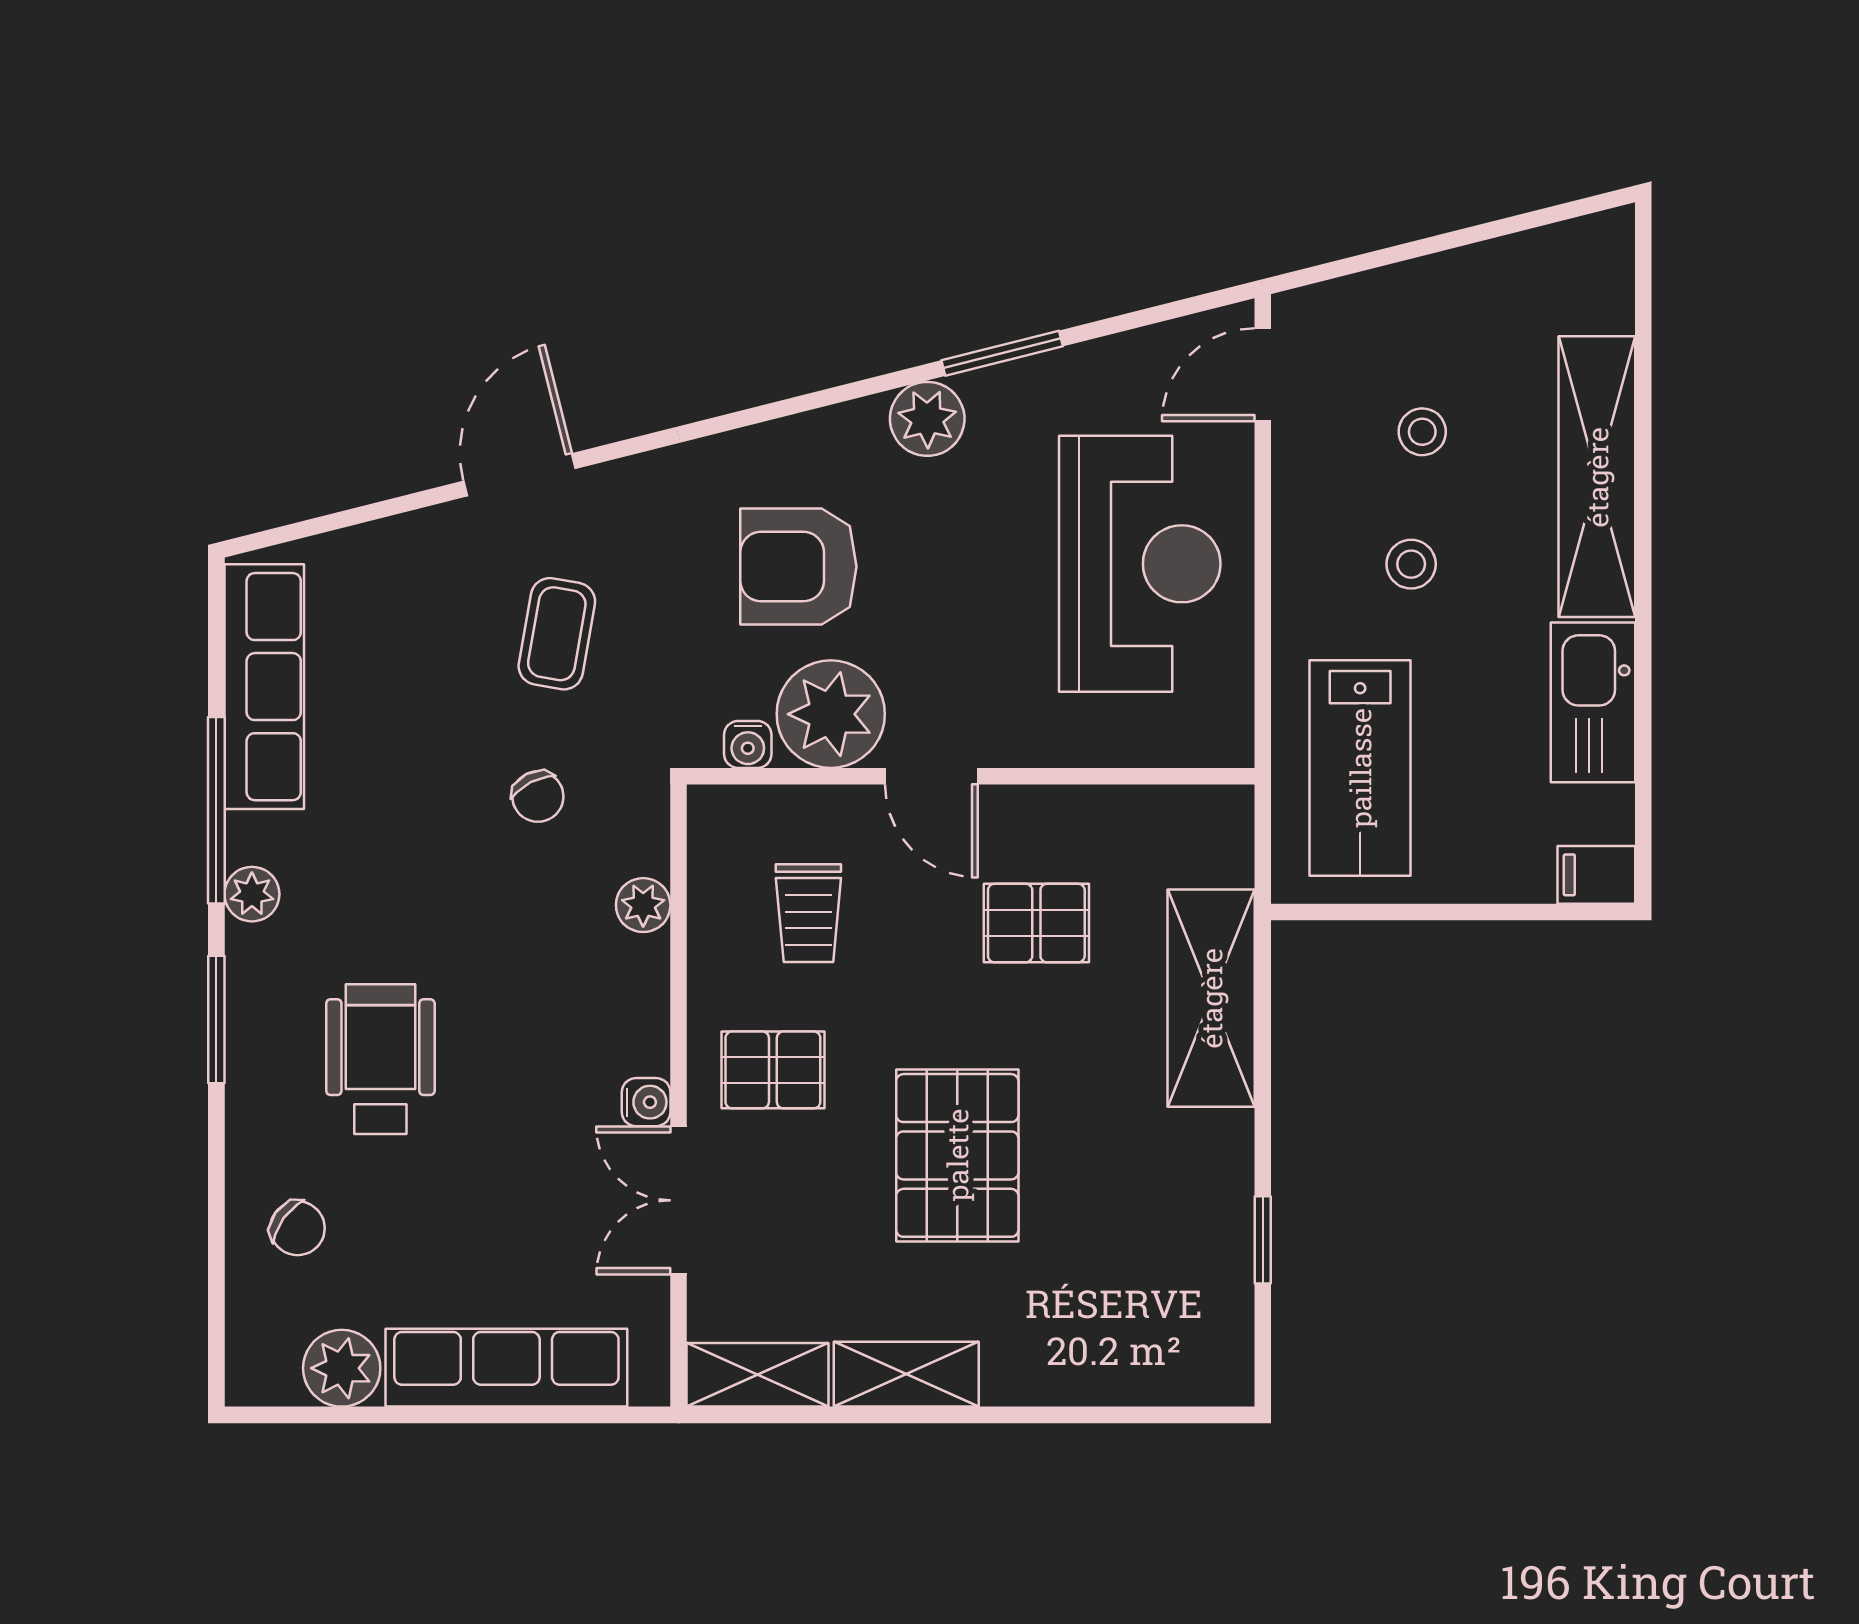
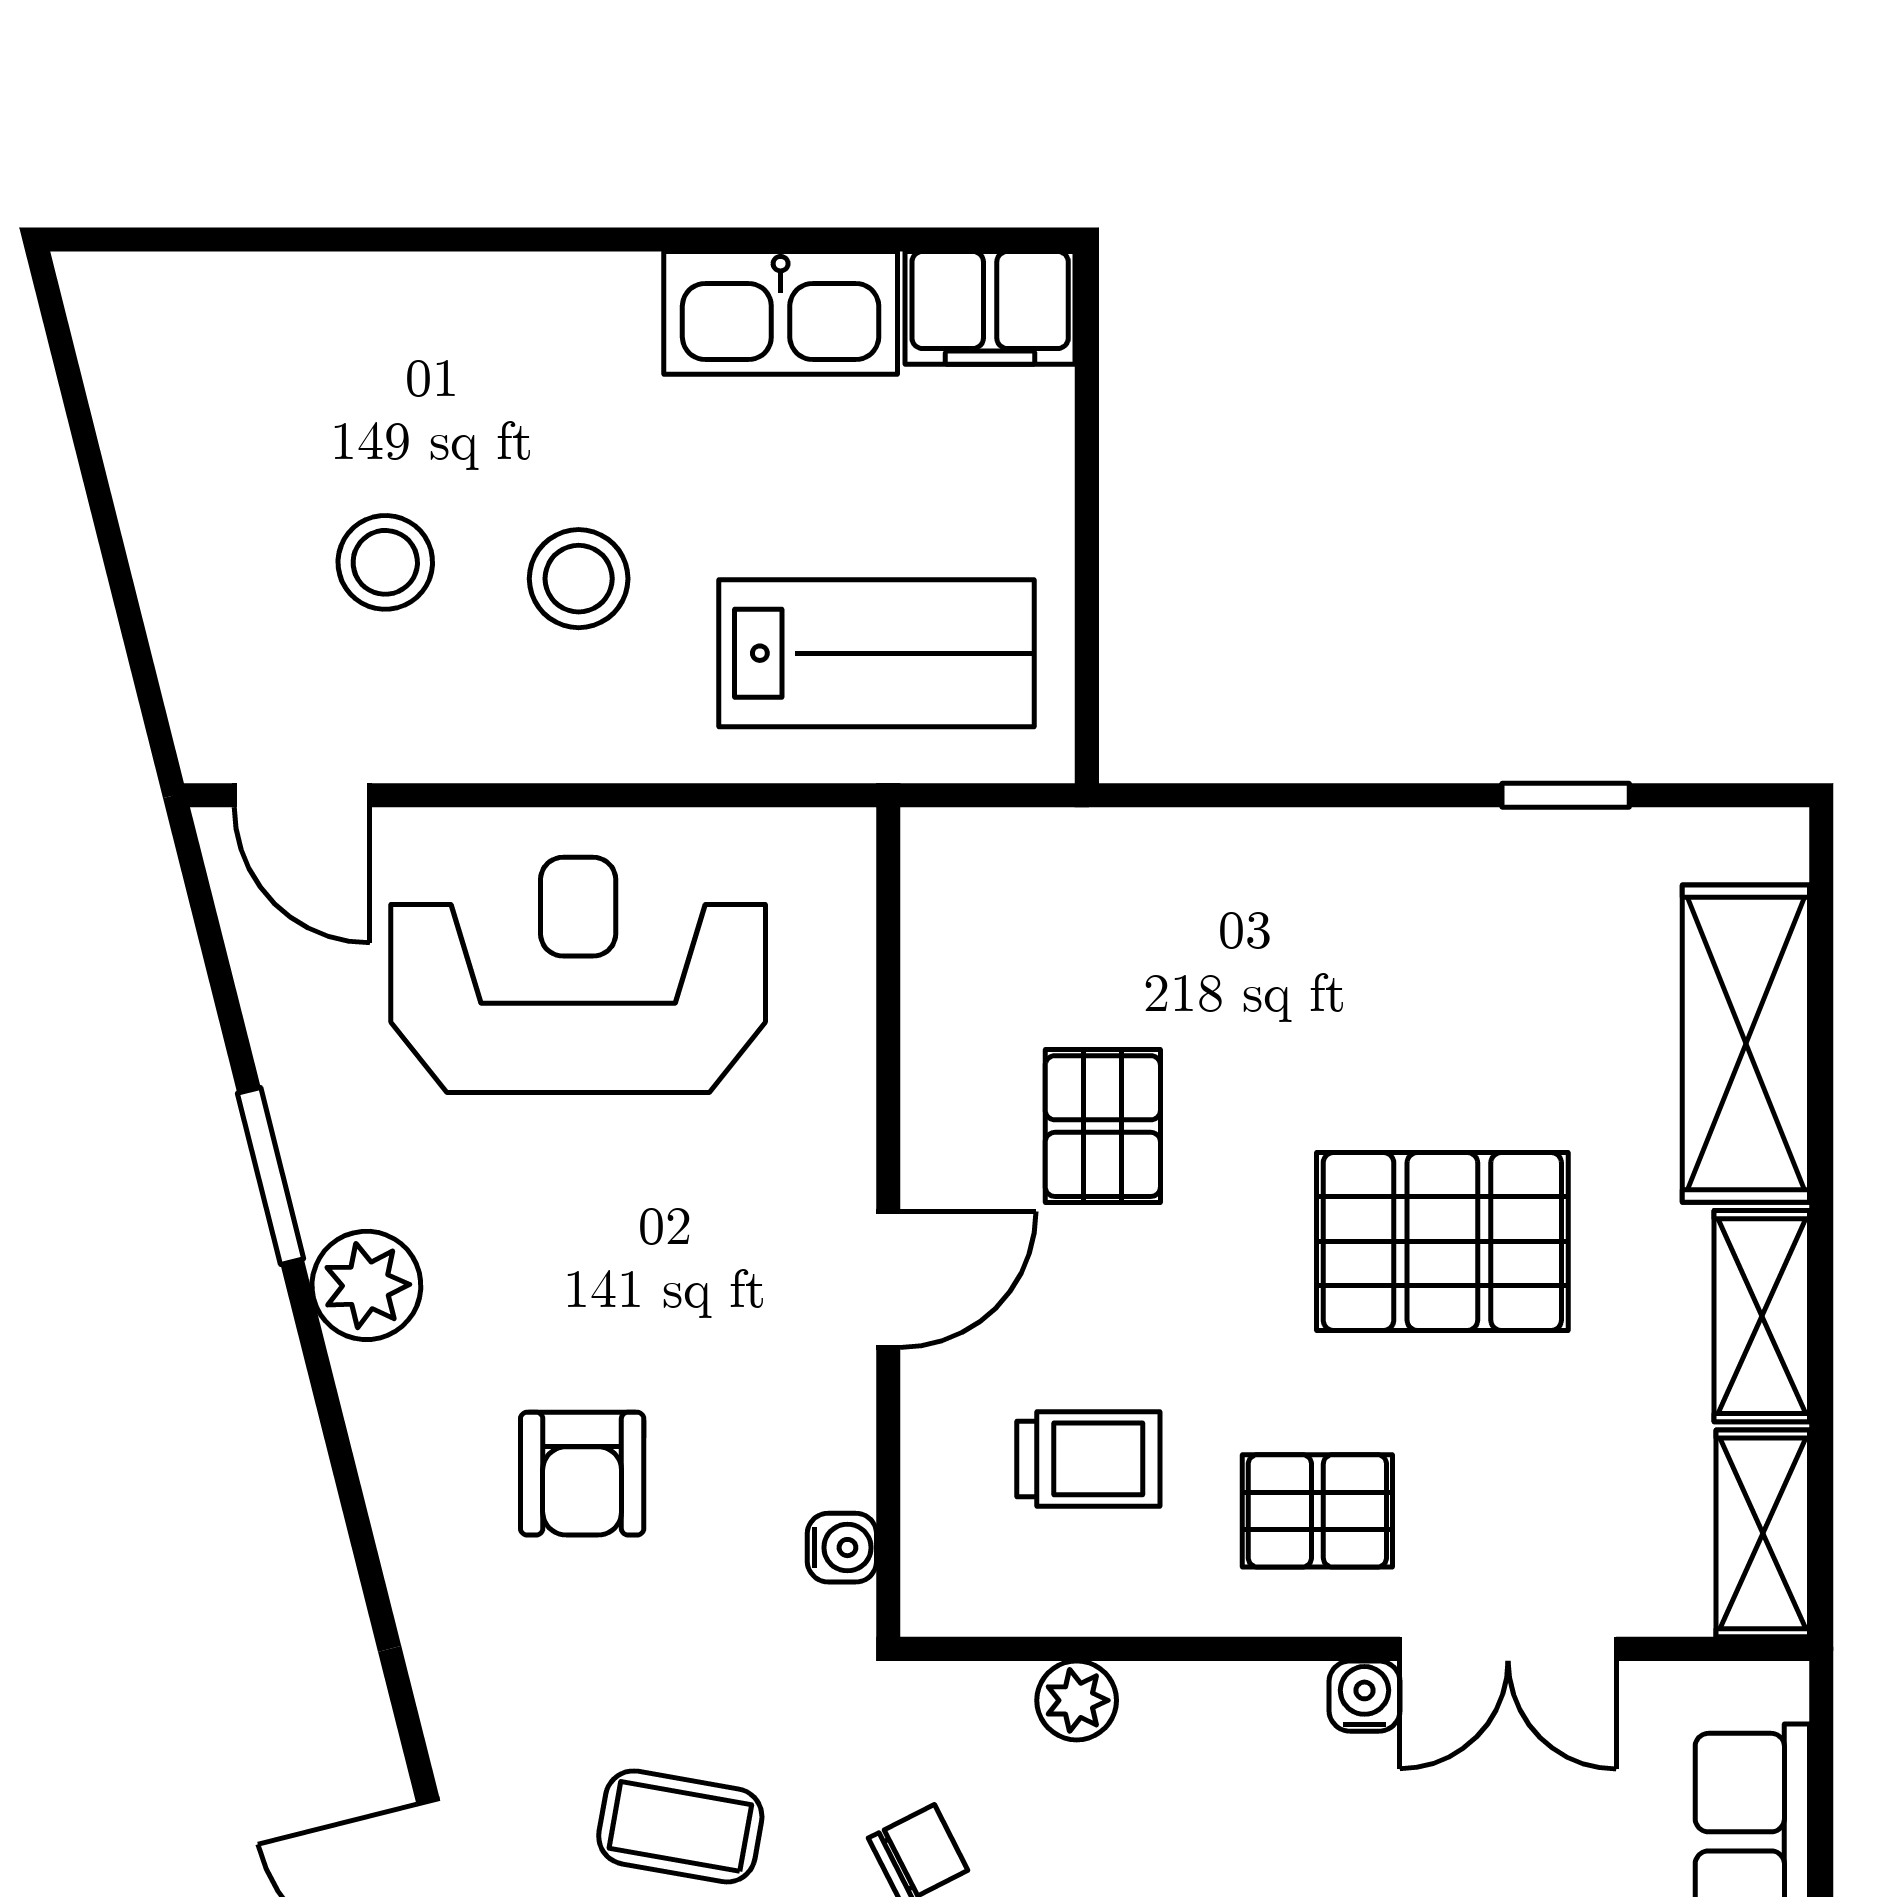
stool: (1422, 432) -> (385, 562), width x1.37, depth x1.37
shelving: (1597, 477) -> (451, 307), removed
stool: (1411, 564) -> (579, 579), width x1.37, depth x1.37
armchair: (798, 567) -> (582, 1474), width x0.72, depth x0.72
plant: (831, 714) -> (798, 1426), removed
filing cabinet: (1596, 875) -> (990, 308), width x2.00
shelving: (1211, 998) -> (1746, 1044), moved, turned 90
pallet: (773, 1070) -> (1317, 1511), turned 90

